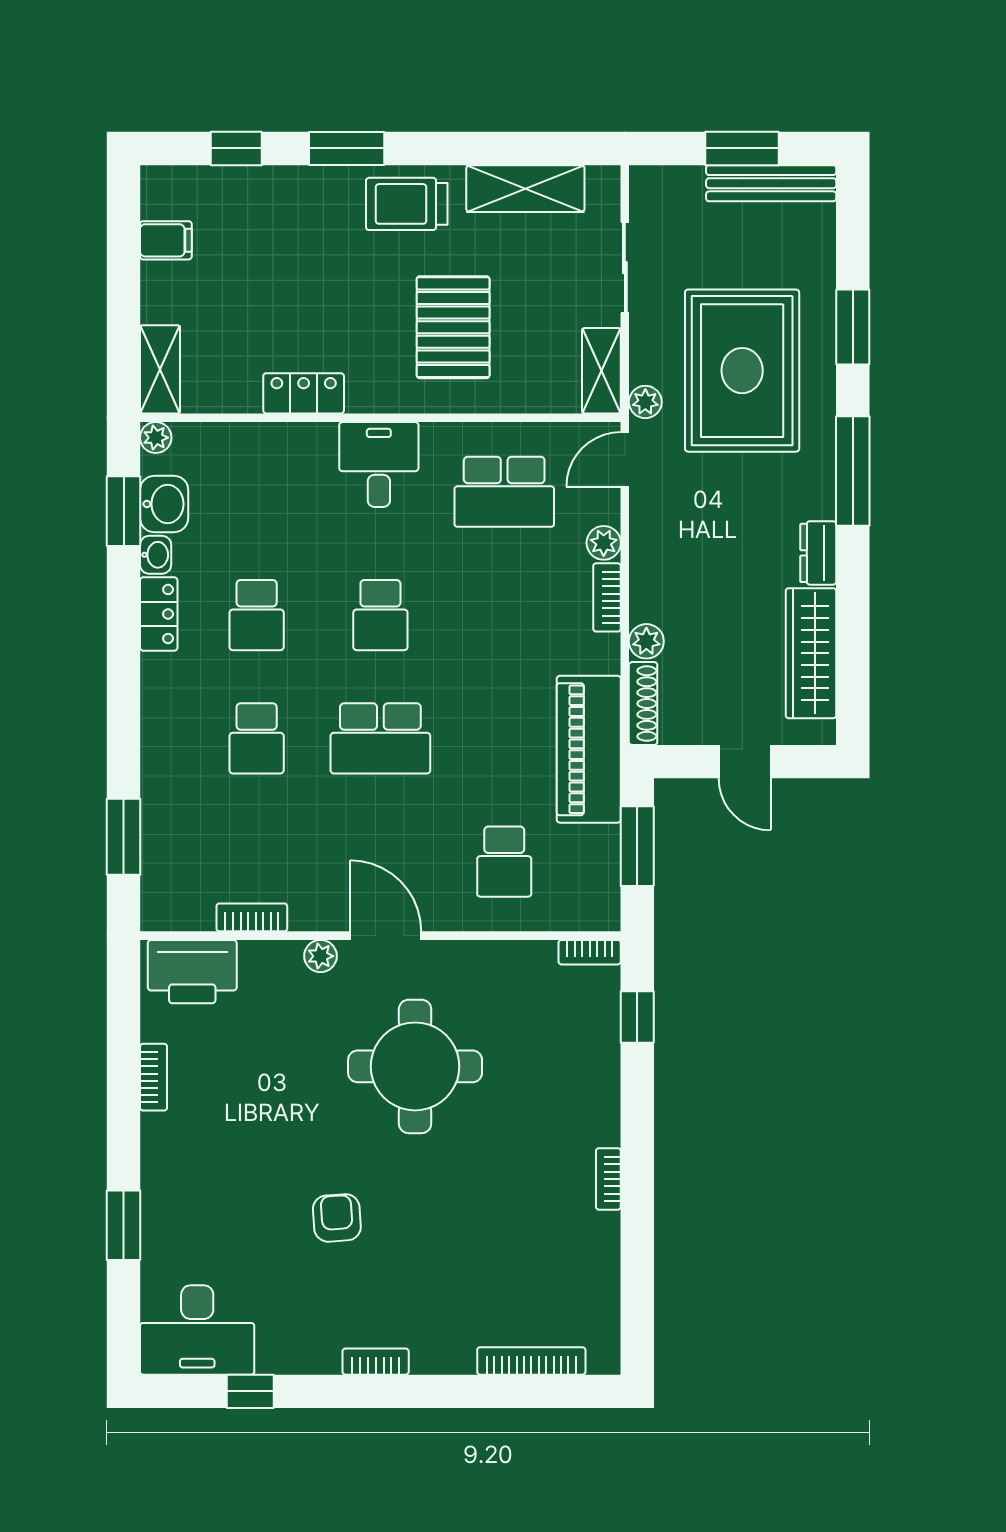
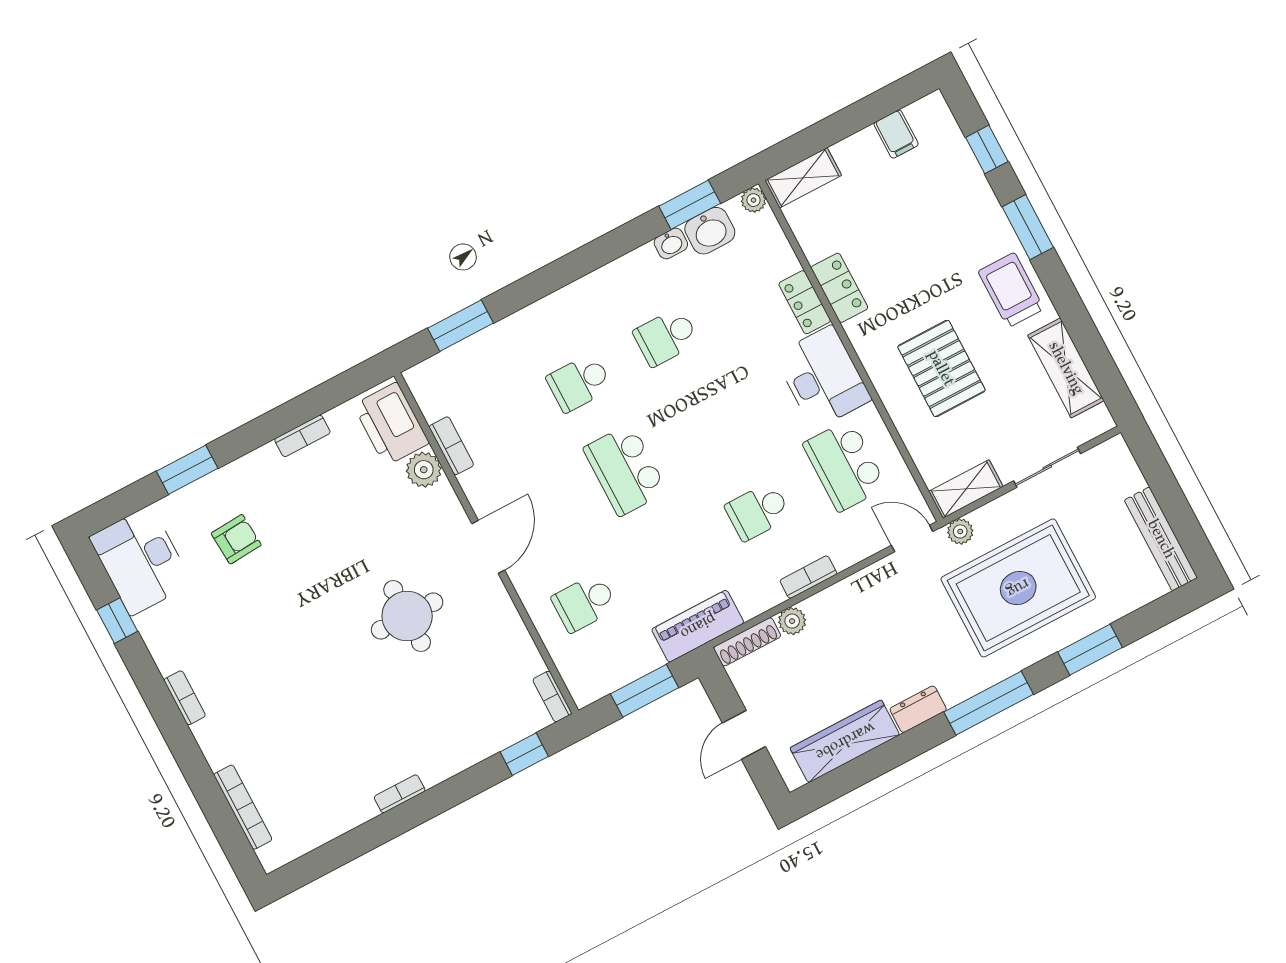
window: (742, 148) -> (1175, 505), removed
pallet: (453, 327) -> (941, 368), turned 90
desk: (379, 464) -> (823, 377), width x1.37
plant: (604, 543) -> (846, 554), removed
locker: (159, 614) -> (805, 302), moved, turned 90
school desk: (380, 615) -> (758, 511), moved
piano: (589, 749) -> (698, 626), width x0.73, depth x0.75
plant: (321, 956) -> (424, 470), moved, width x1.38, depth x1.38
round table: (415, 1066) -> (407, 616), width x0.73, depth x0.73
armchair: (337, 1218) -> (236, 539), moved

